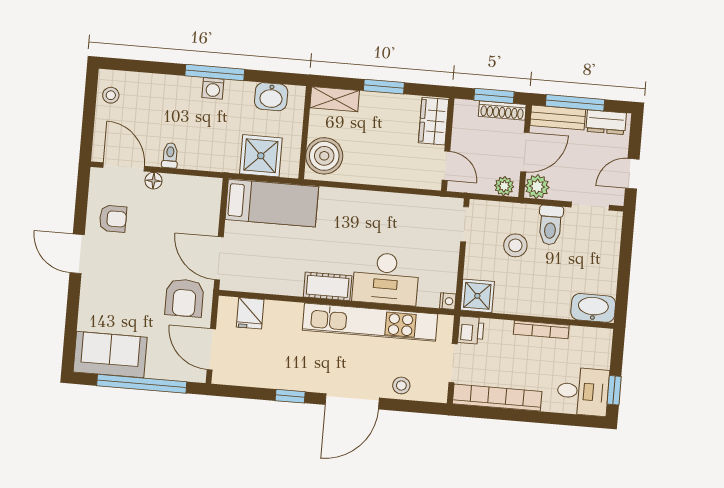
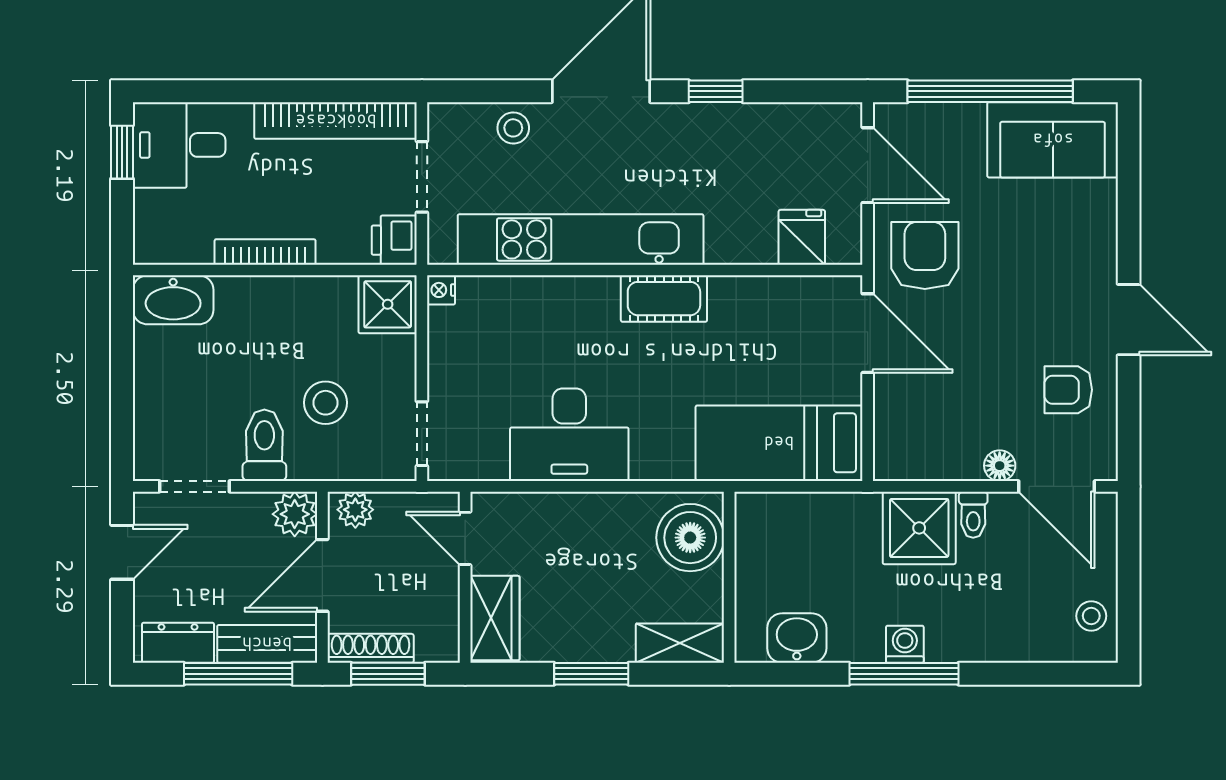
shower: (261, 156) -> (919, 528), moved
desk: (386, 279) -> (569, 435), moved, turned 180

